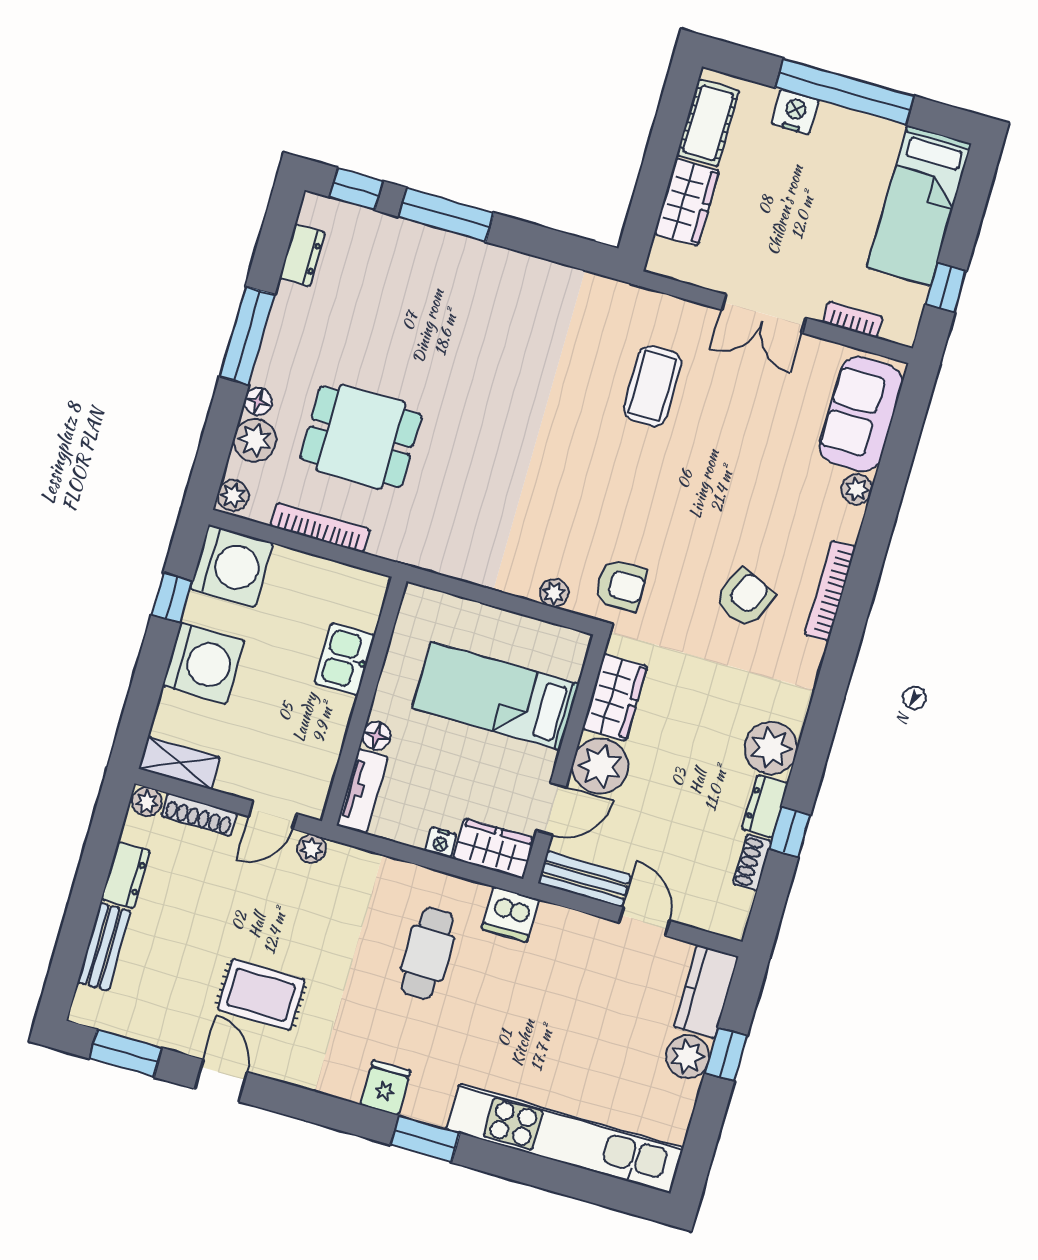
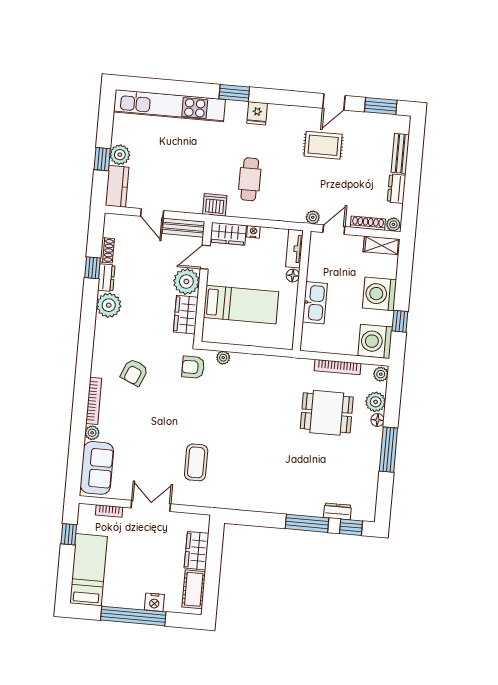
dresser: (302, 255) -> (337, 511), moved, turned 90
bookcase: (830, 591) -> (94, 401), moved
kitchen sink: (345, 659) -> (315, 303), width x1.38
door: (221, 1081) -> (334, 102), hinge flipped

